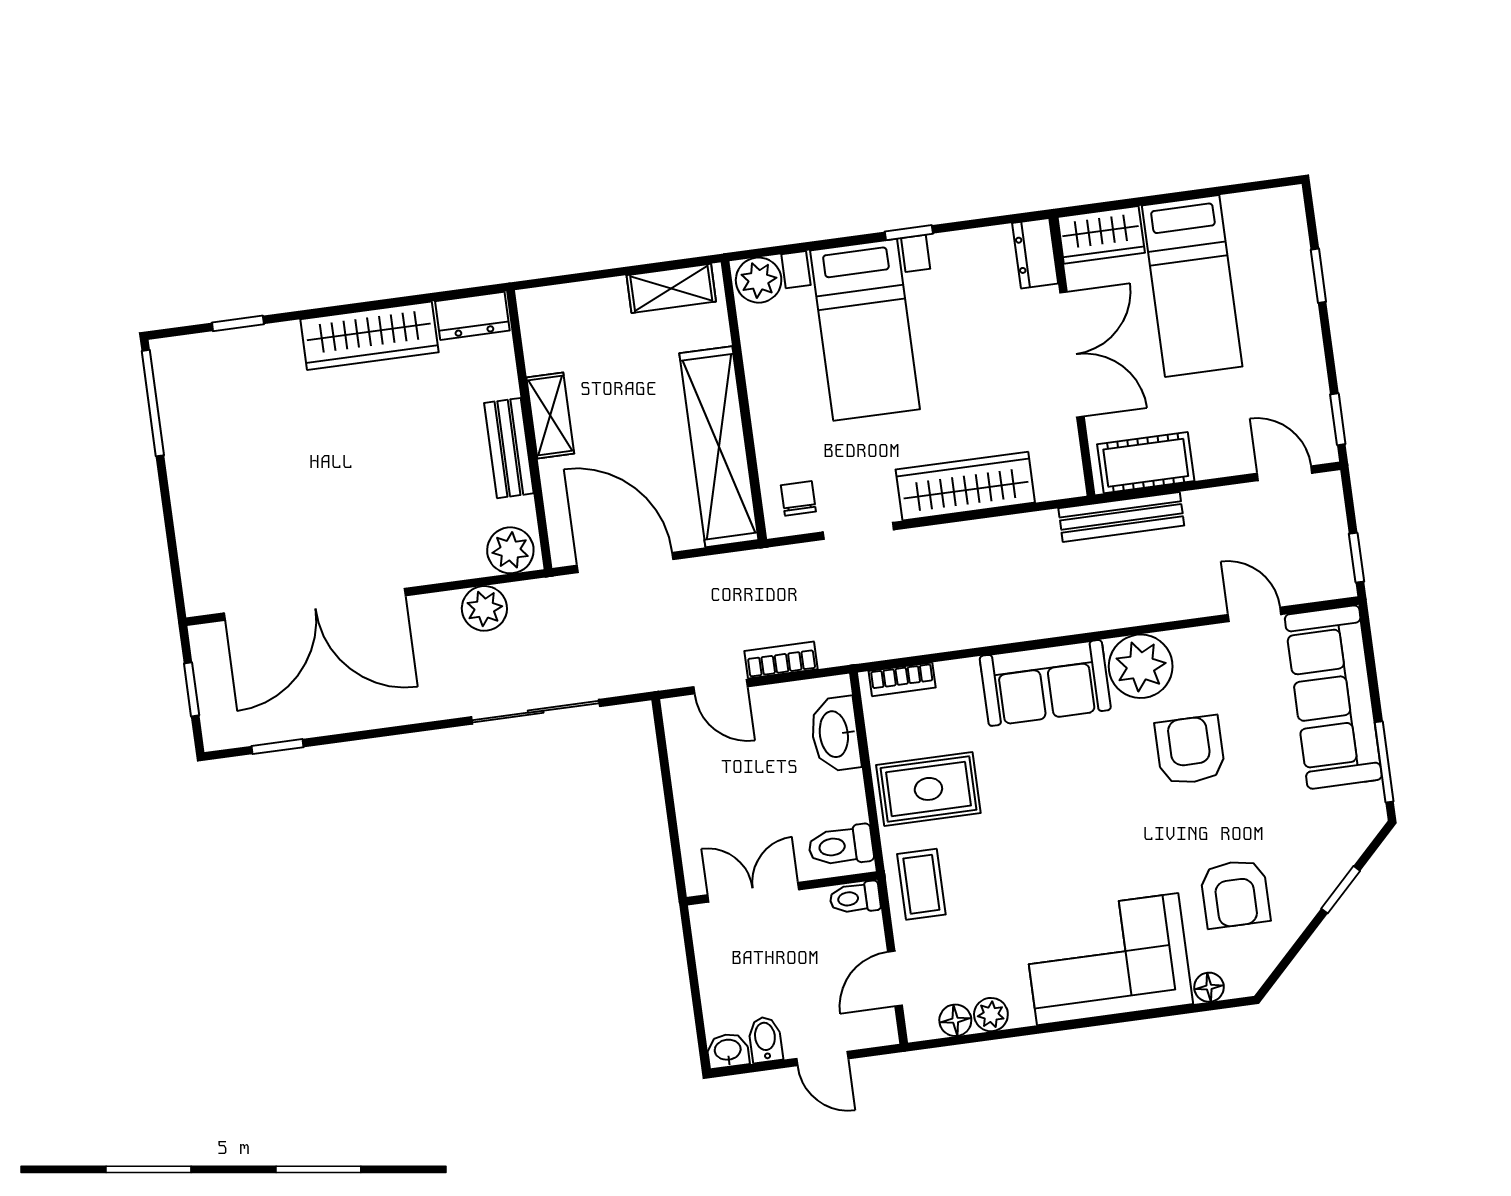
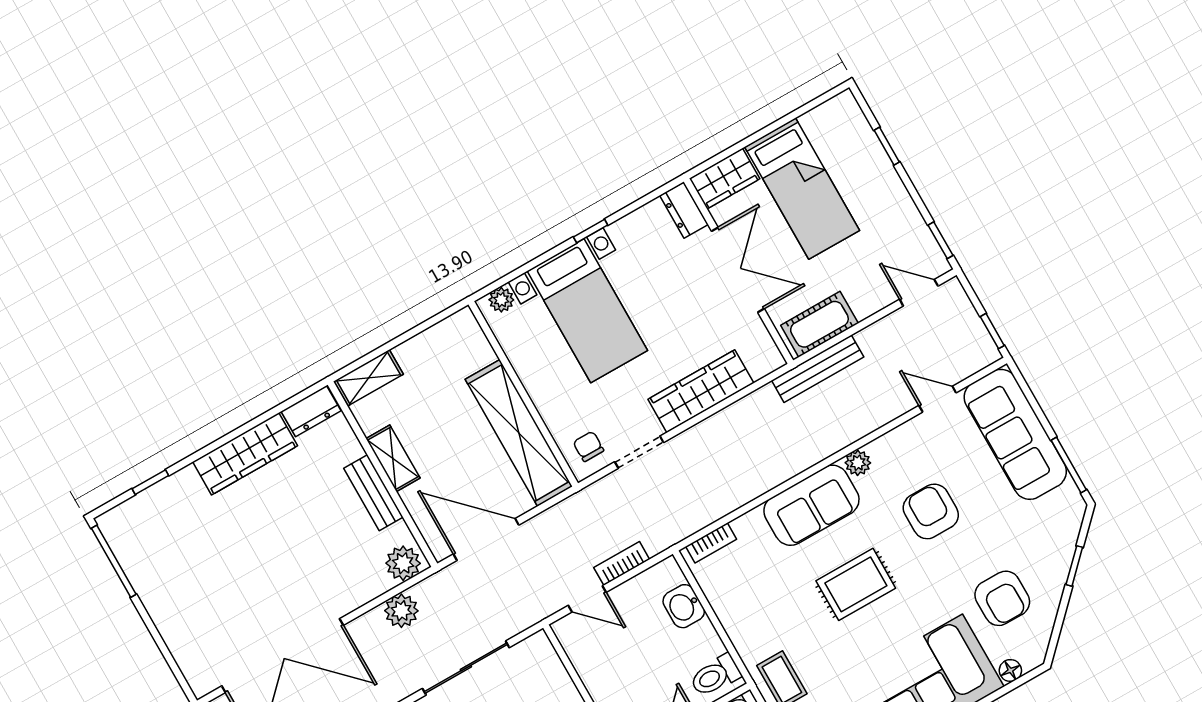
plant: (759, 280) -> (501, 300), width x0.73, depth x0.73
shelving: (671, 288) -> (369, 378), moved
plant: (1141, 666) -> (858, 463), width x0.53, depth x0.53
washbasin: (835, 734) -> (684, 606), width x0.72
rug: (928, 789) -> (856, 584), moved

